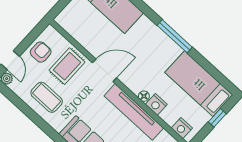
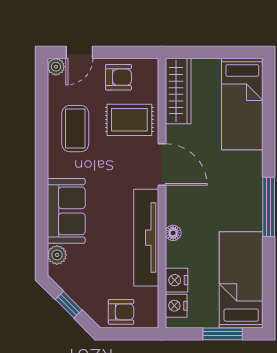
wardrobe: (75, 28) -> (178, 91), added
nightstand: (156, 104) -> (176, 280), moved
window: (217, 118) -> (223, 334), width x1.50

